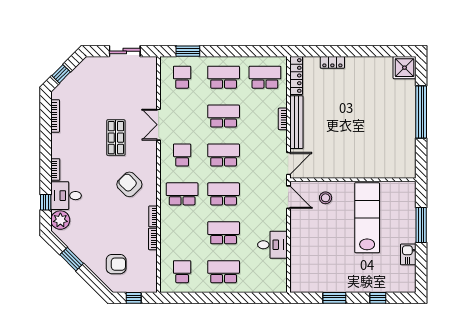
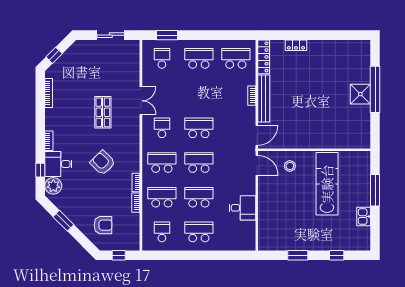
shower: (404, 68) -> (360, 94), moved
school desk: (224, 116) -> (162, 197), moved
double door: (159, 125) -> (141, 101), swing flipped
armchair: (129, 184) -> (103, 163), moved

